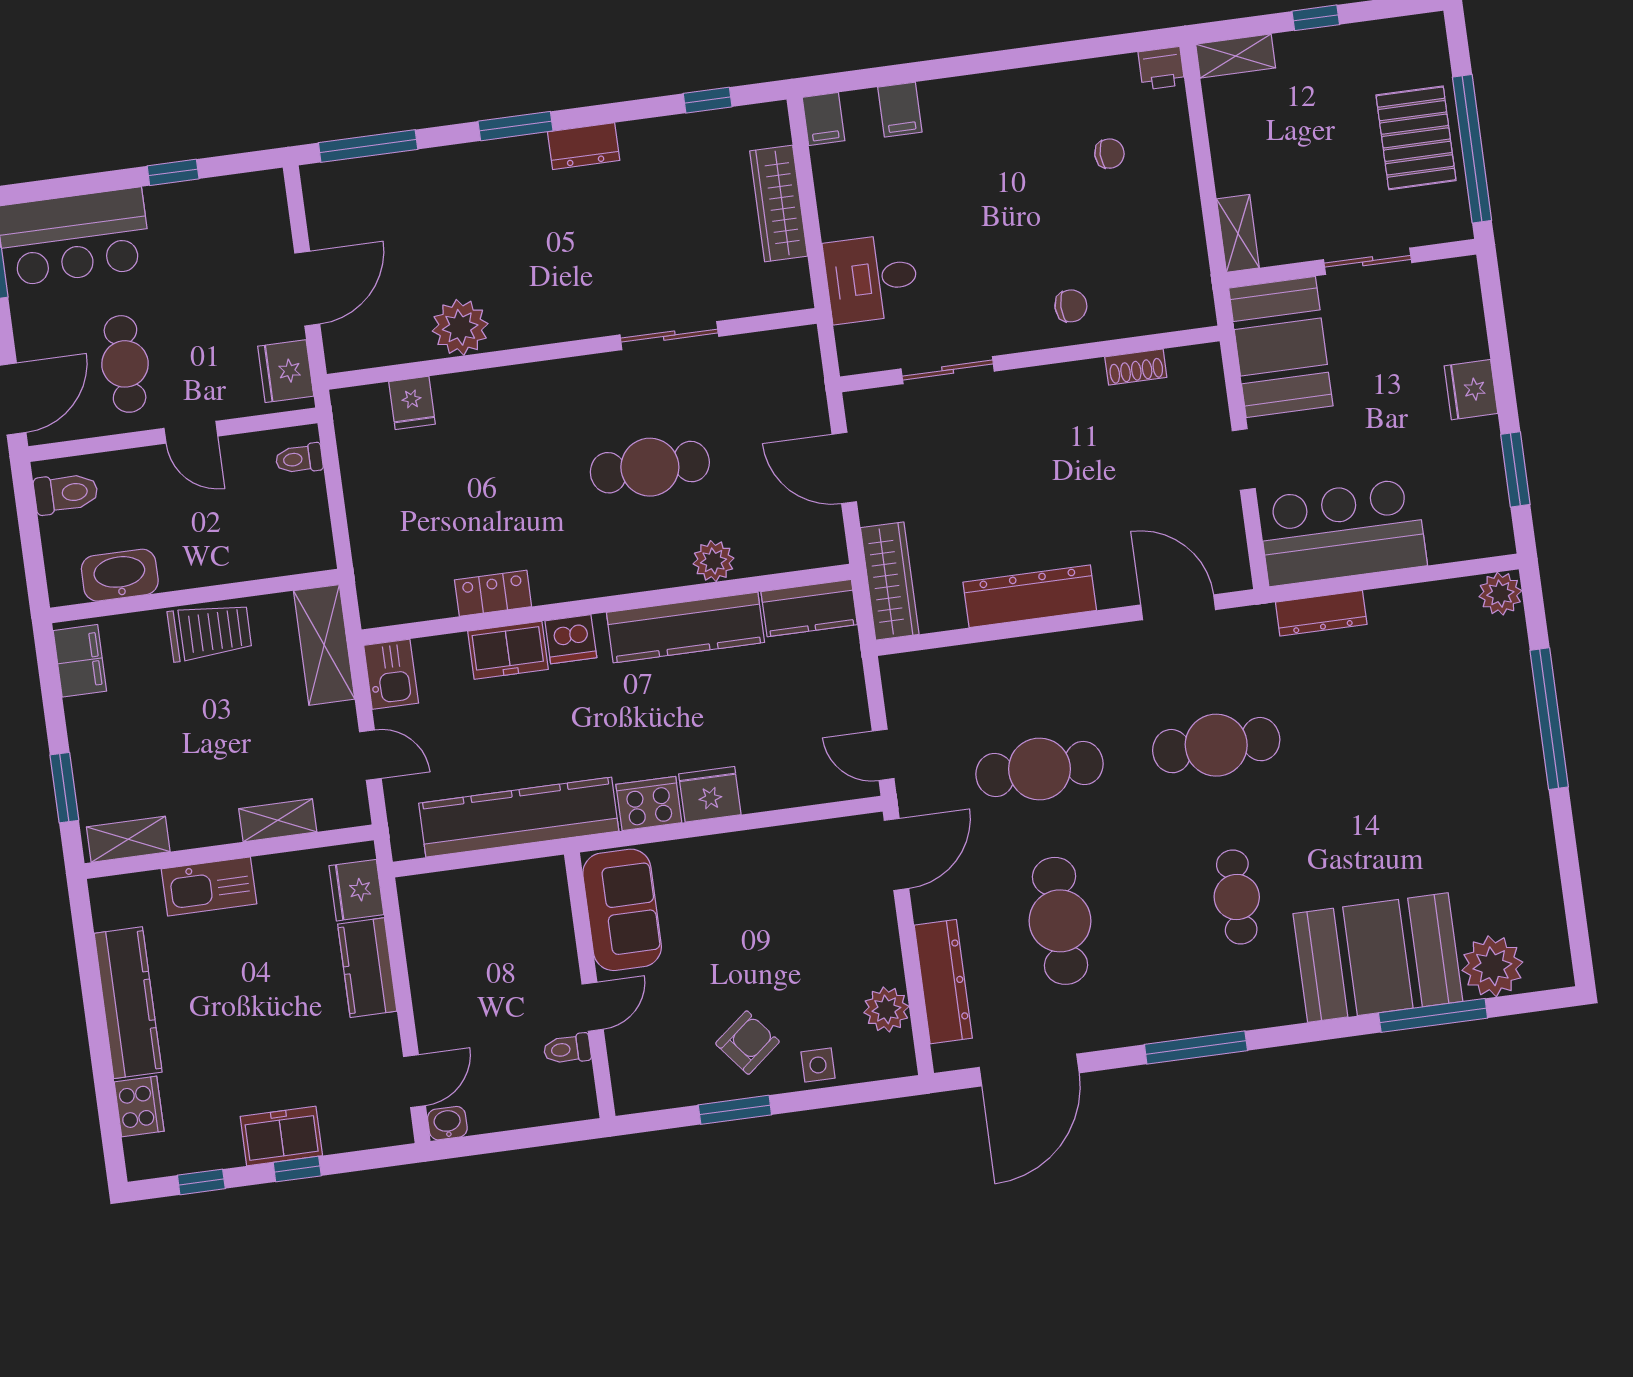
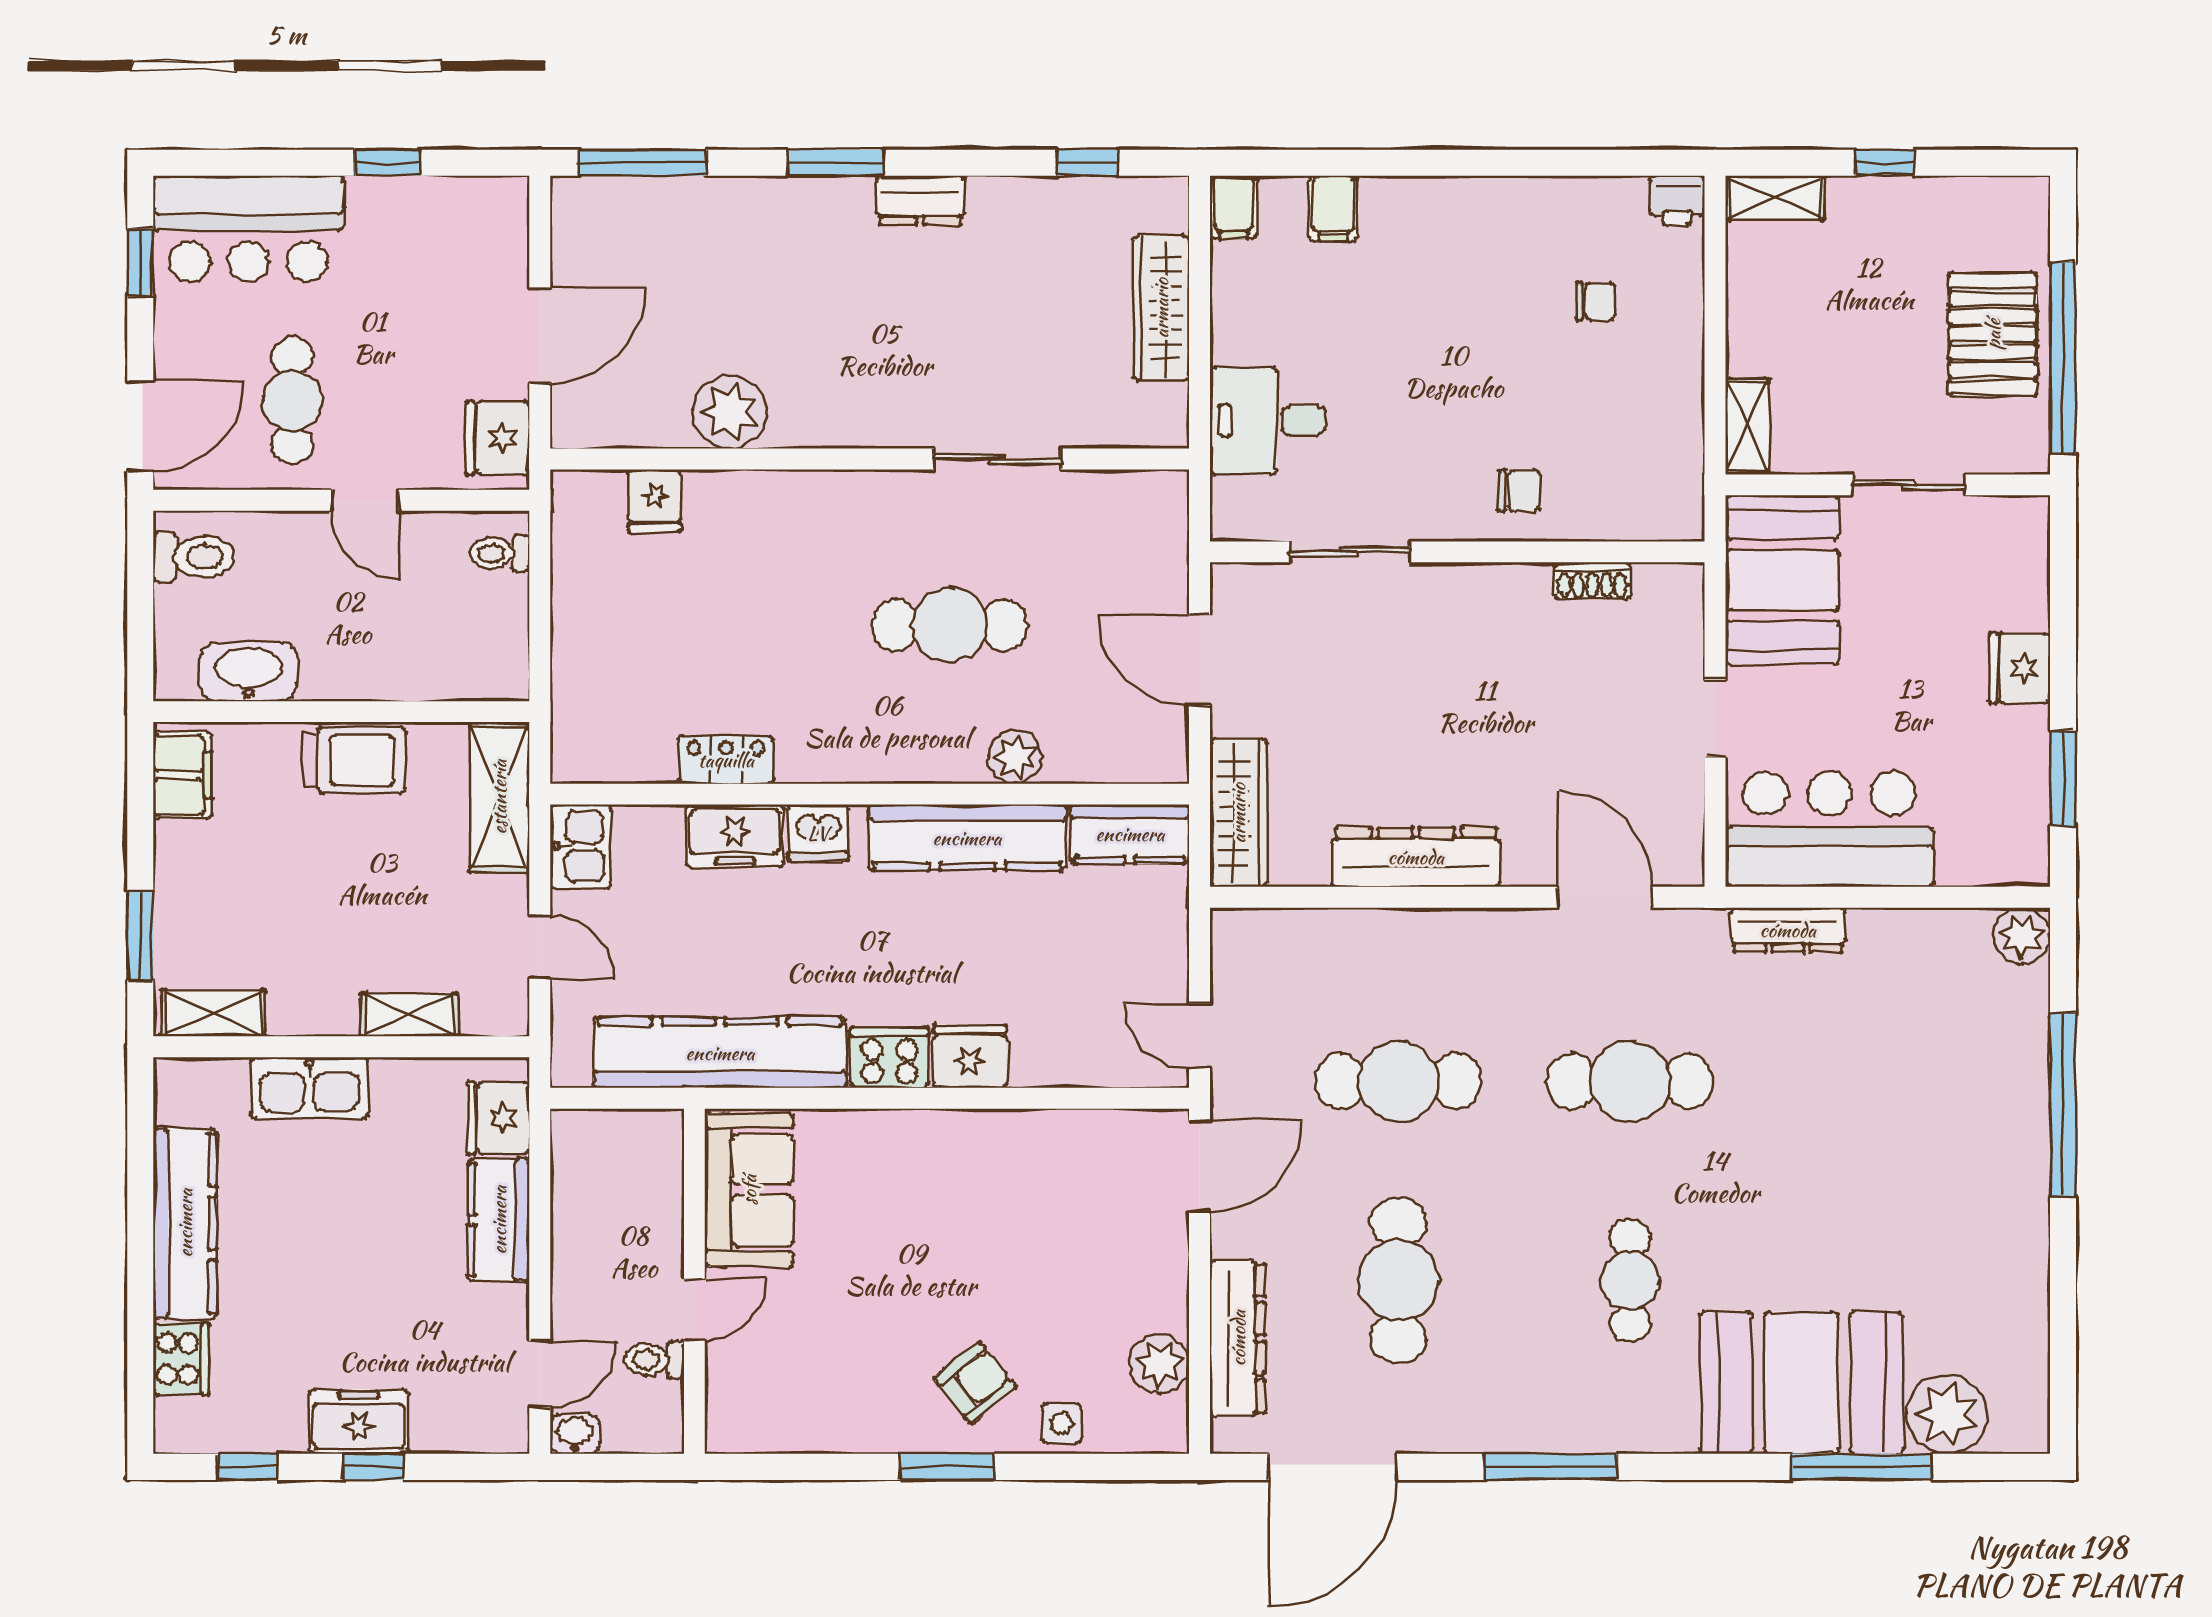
sofa: (622, 910) -> (749, 1190), moved
wall: (590, 985) -> (694, 1281), moved
door: (593, 1007) -> (694, 1309), moved
toilet: (567, 1049) -> (654, 1360), moved

